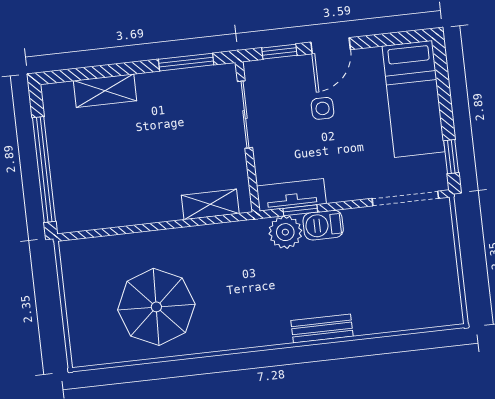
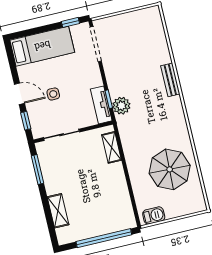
barbecue: (323, 225) -> (154, 215), moved, turned -90

